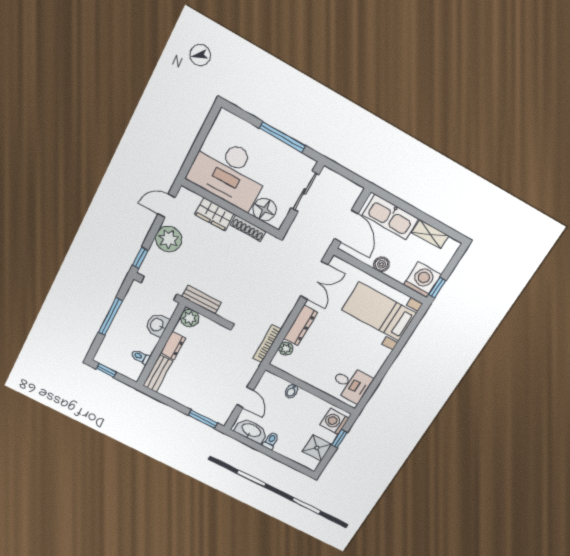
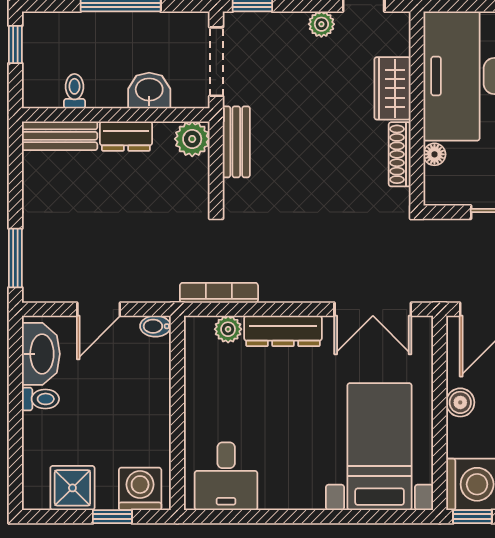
floor lamp: (265, 210) -> (434, 154), width x0.53, depth x0.53
plant: (169, 239) -> (321, 24), width x0.53, depth x0.53
bidet: (291, 391) -> (155, 326), moved

